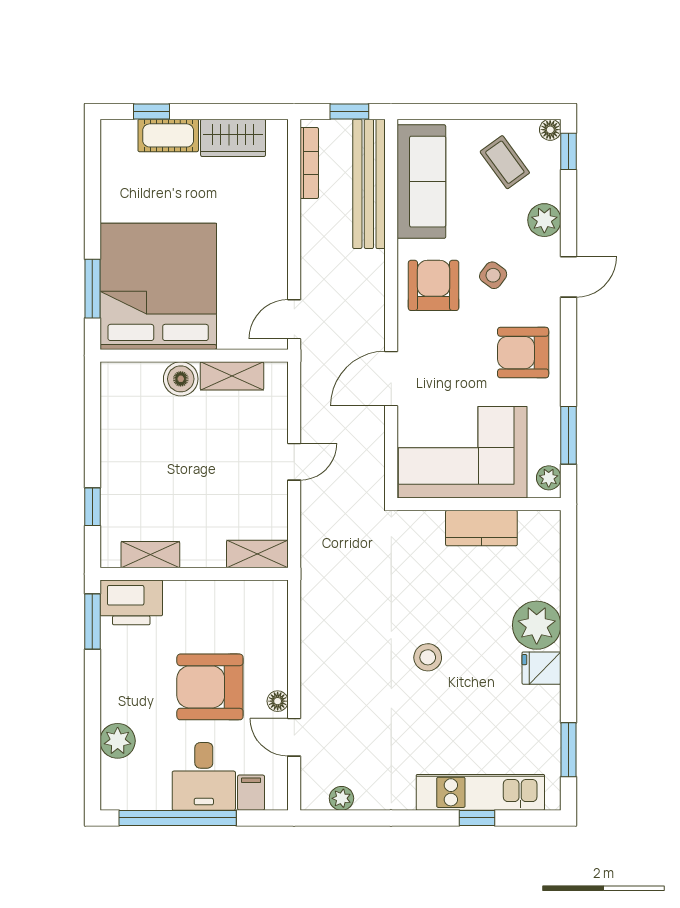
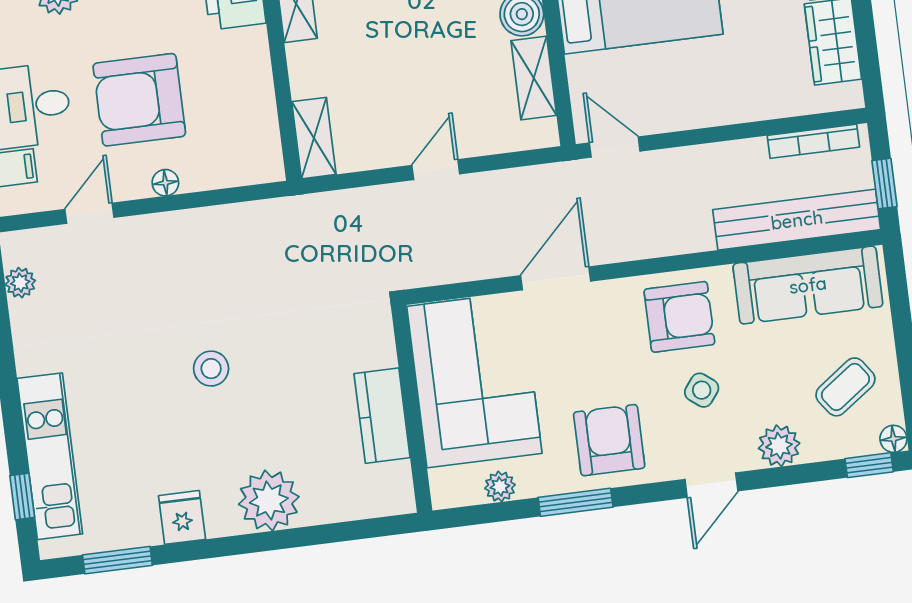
door: (568, 277) -> (711, 485), hinge flipped
door: (391, 379) -> (556, 278), hinge flipped
window: (568, 435) -> (576, 502), moved
door: (294, 462) -> (436, 170), swing flipped
plant: (549, 478) -> (500, 487), moved
fridge: (541, 668) -> (182, 517), moved
armchair: (210, 687) -> (139, 100), turned -90
floor lamp: (278, 701) -> (165, 183), moved
window: (477, 818) -> (22, 496), moved

